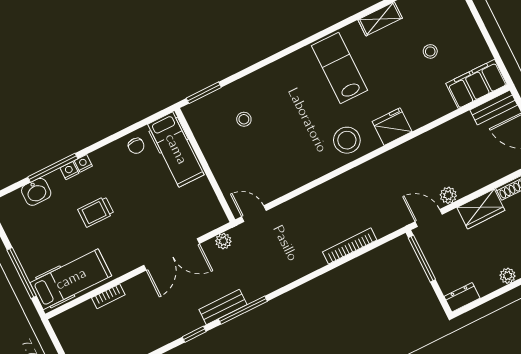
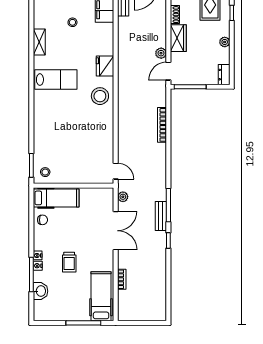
lab bench: (340, 68) -> (56, 80), turned 180
stool: (244, 119) -> (45, 172), moved
door: (254, 214) -> (116, 171), swing flipped

